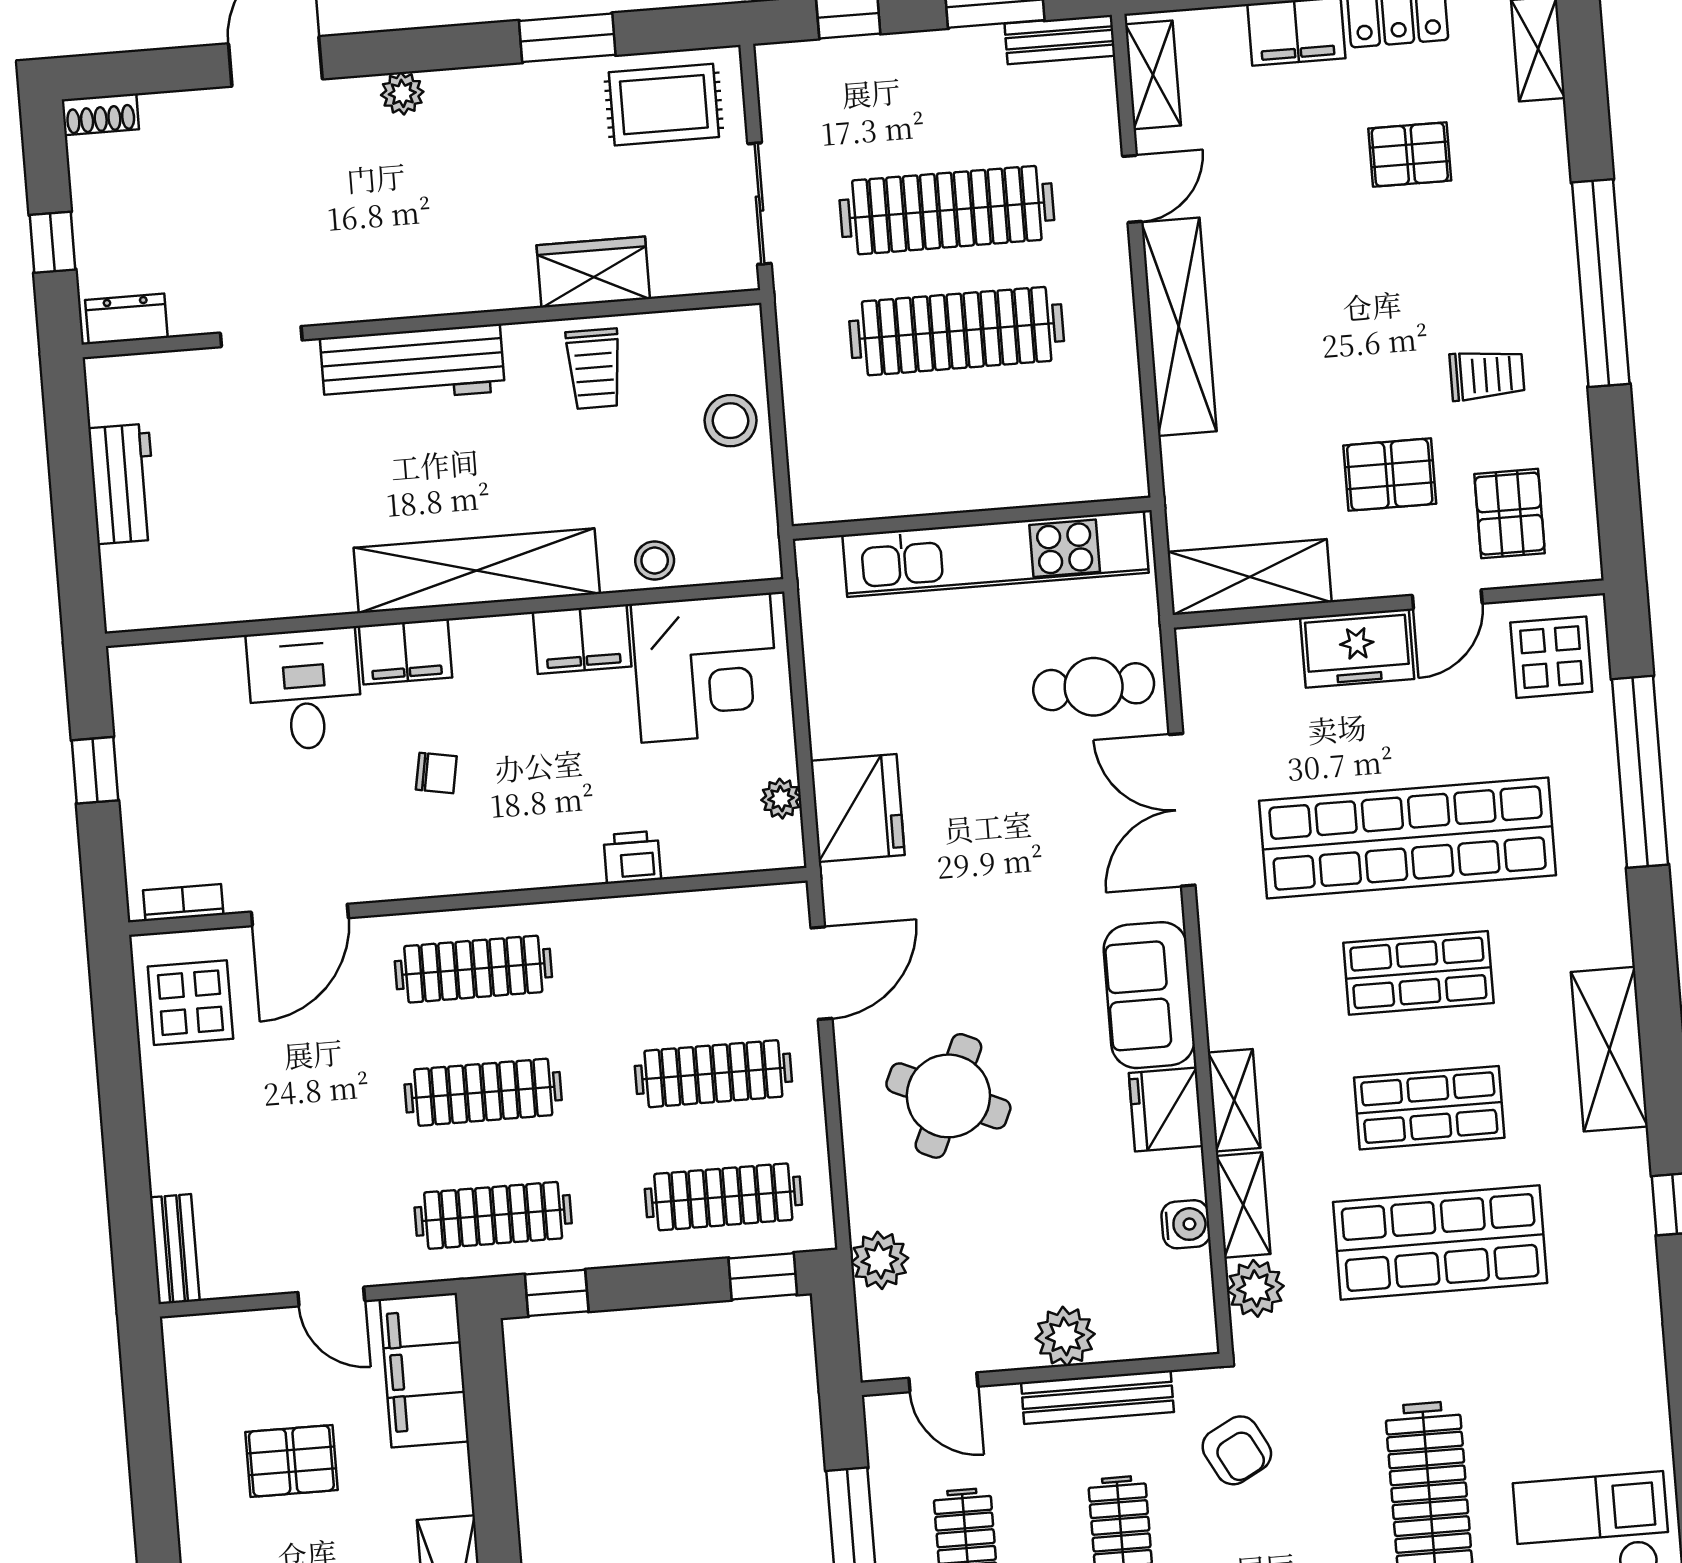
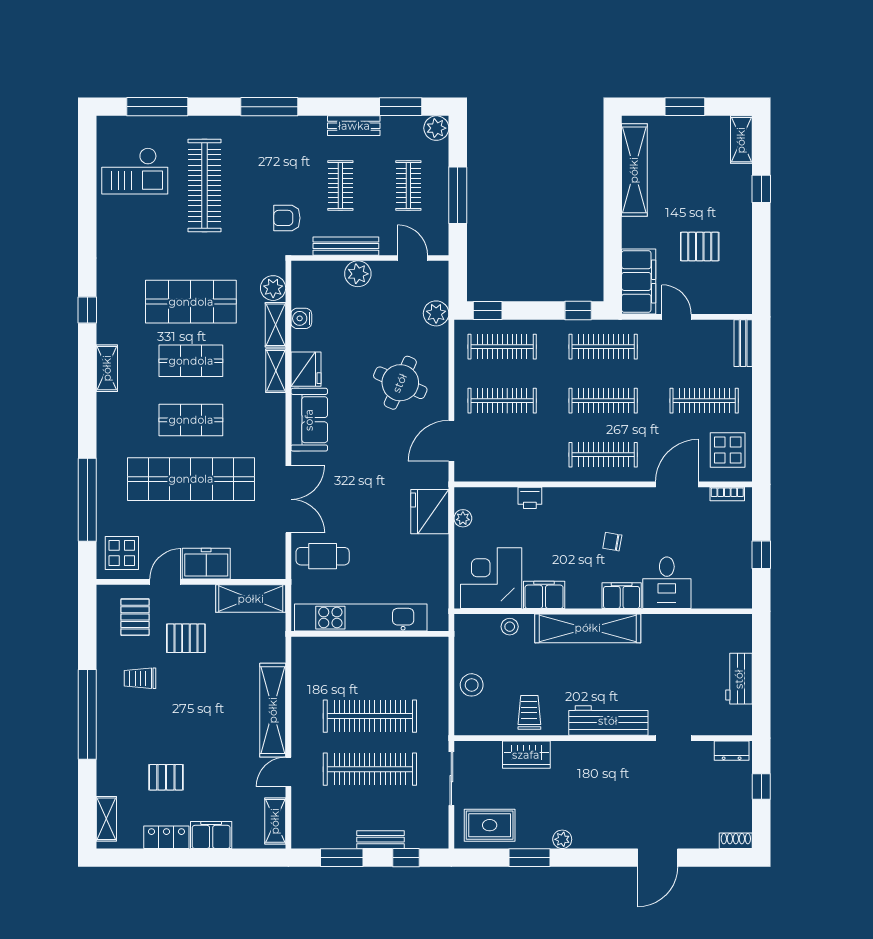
bench: (1060, 40) -> (380, 840), moved
plant: (402, 93) -> (562, 839), moved
shelving: (1609, 1049) -> (107, 368), width x0.67, depth x0.75
clothes rail: (253, 1111) -> (704, 401), added
armchair: (1237, 1450) -> (287, 218), turned -62

